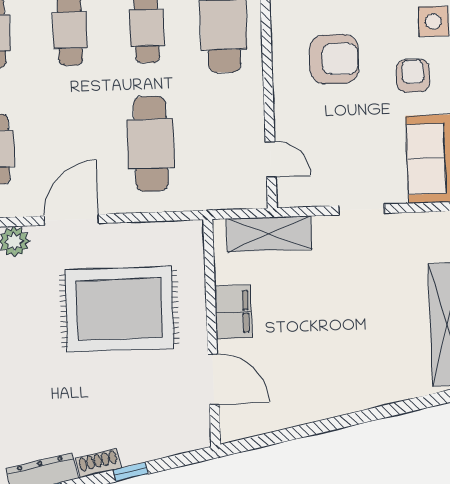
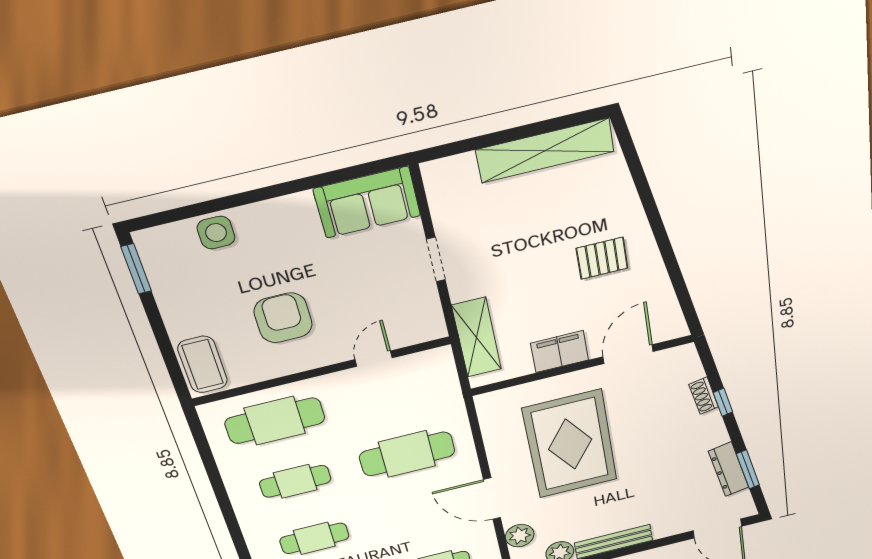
armchair: (413, 76) -> (281, 240), removed
door: (271, 159) -> (374, 359), moved
pallet: (327, 364) -> (602, 258), added
shoe rack: (98, 463) -> (704, 396), moved

